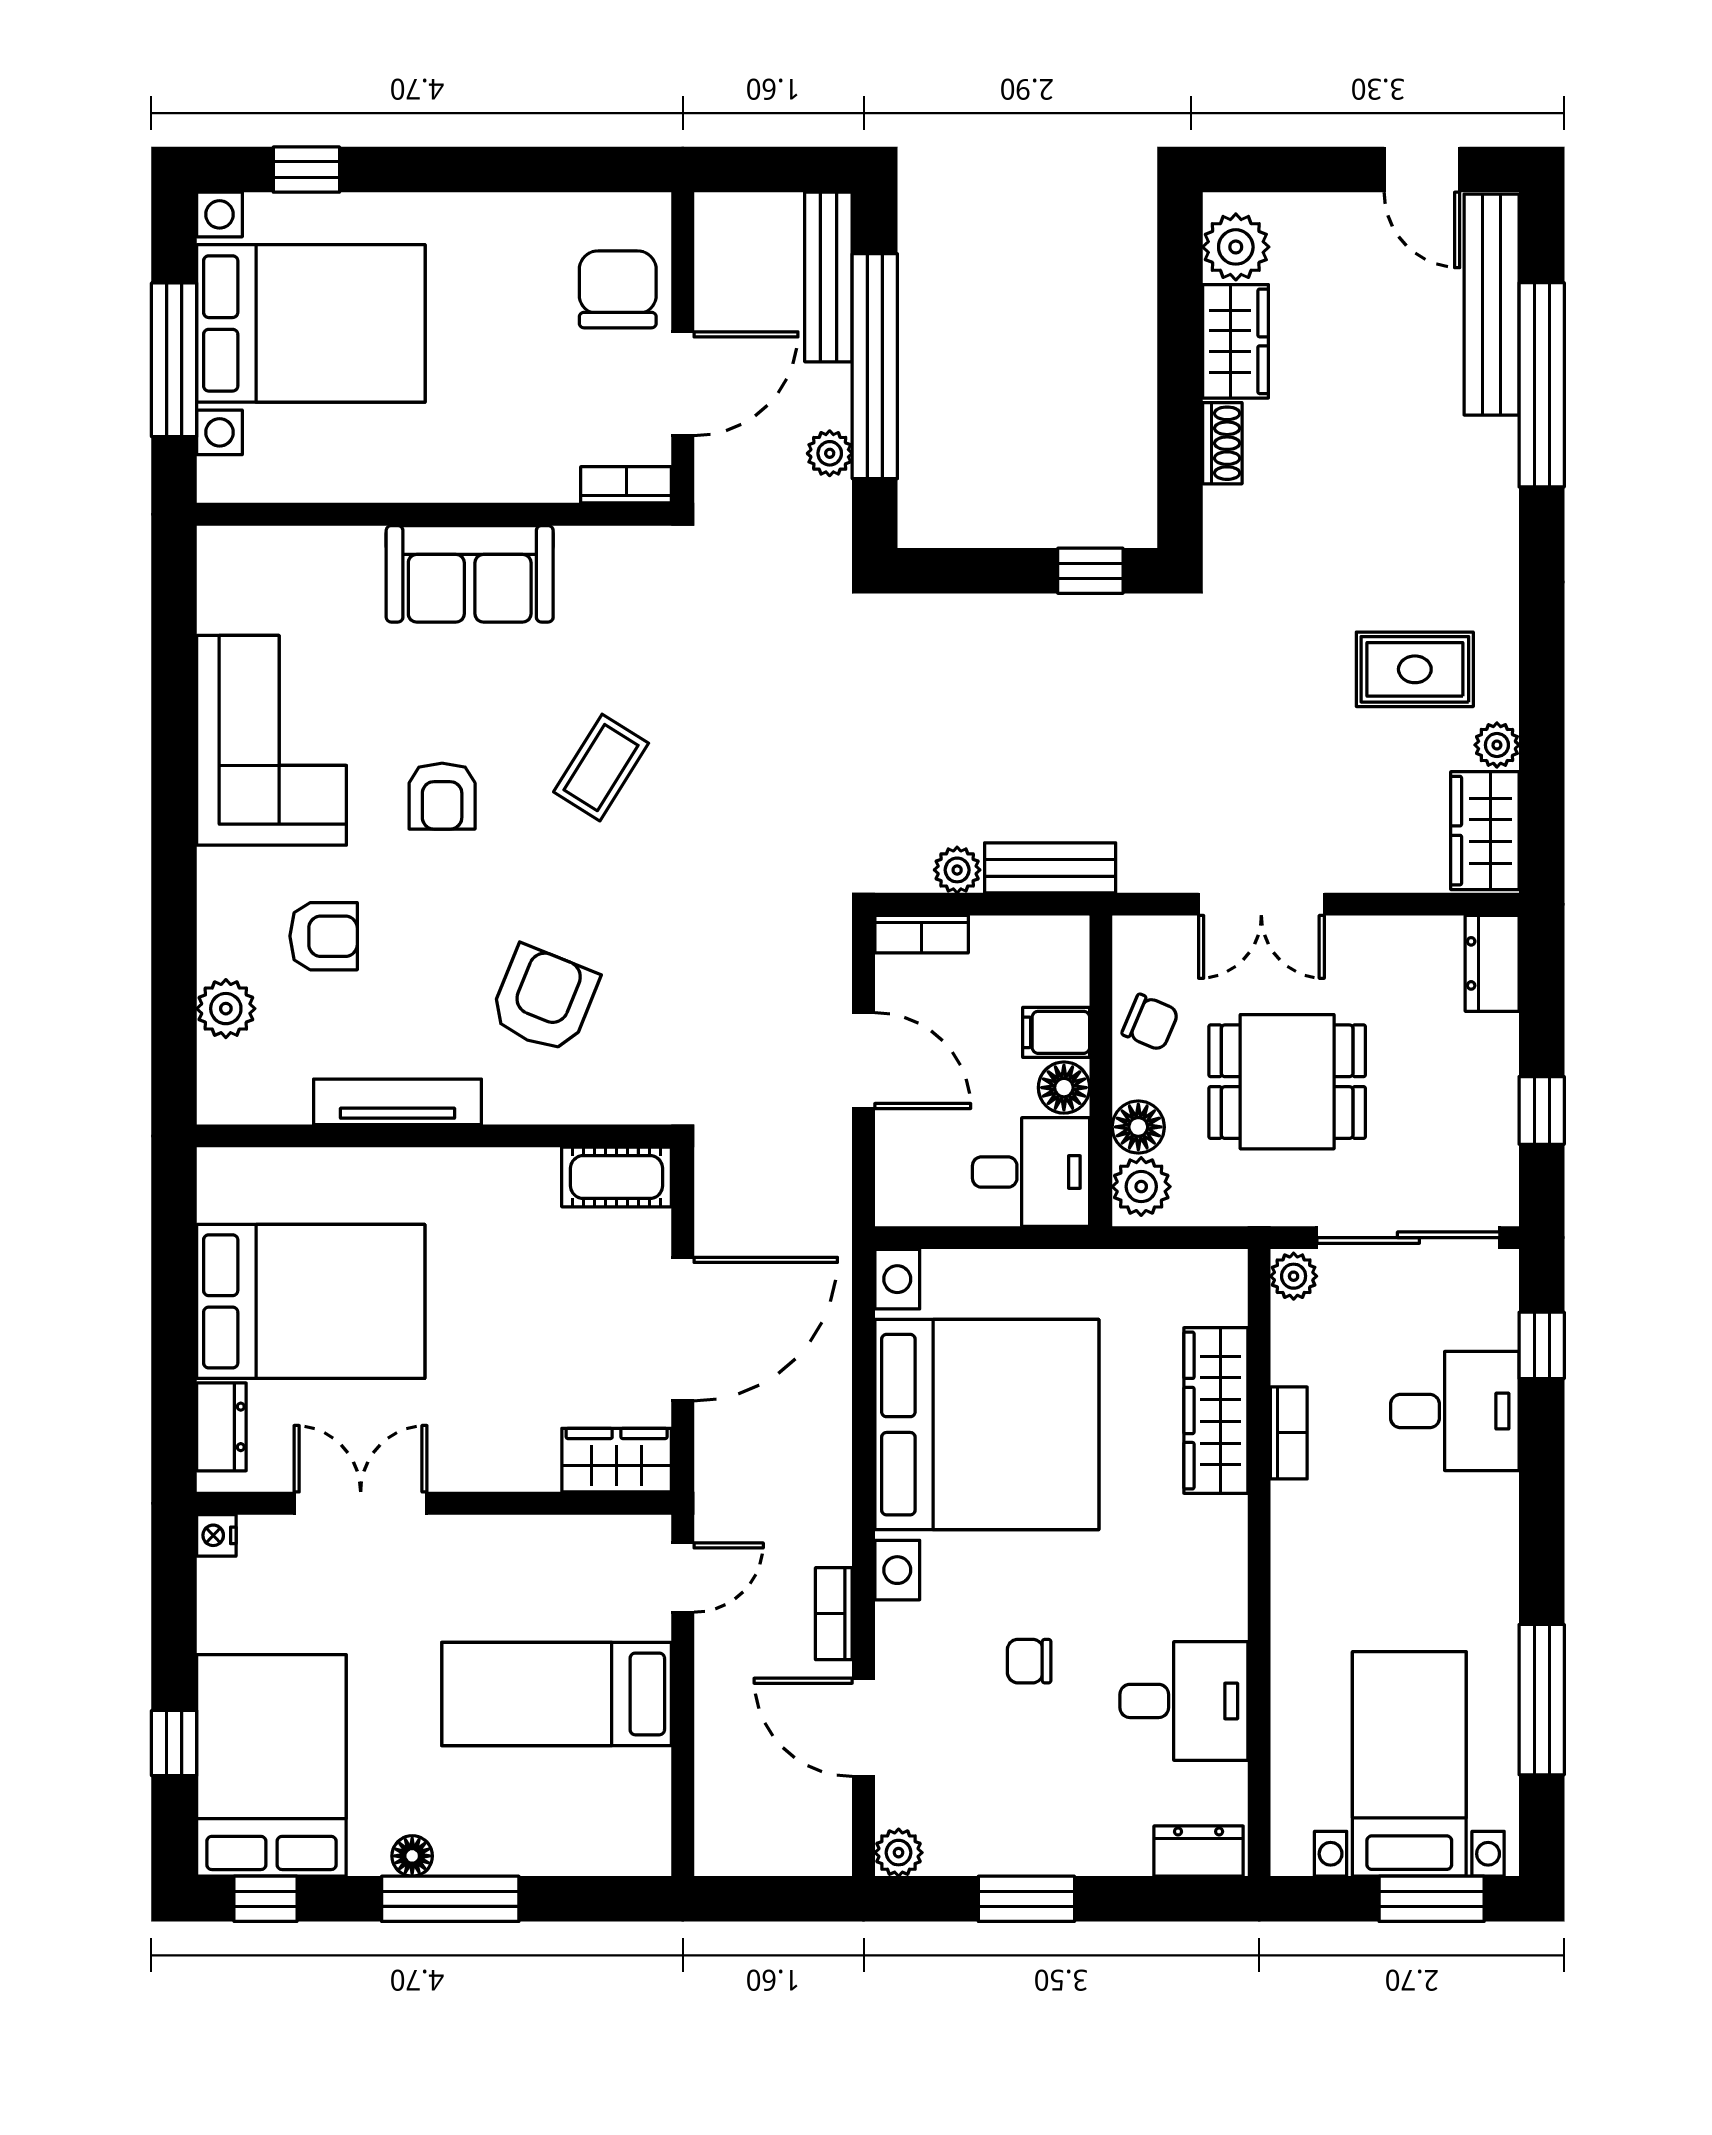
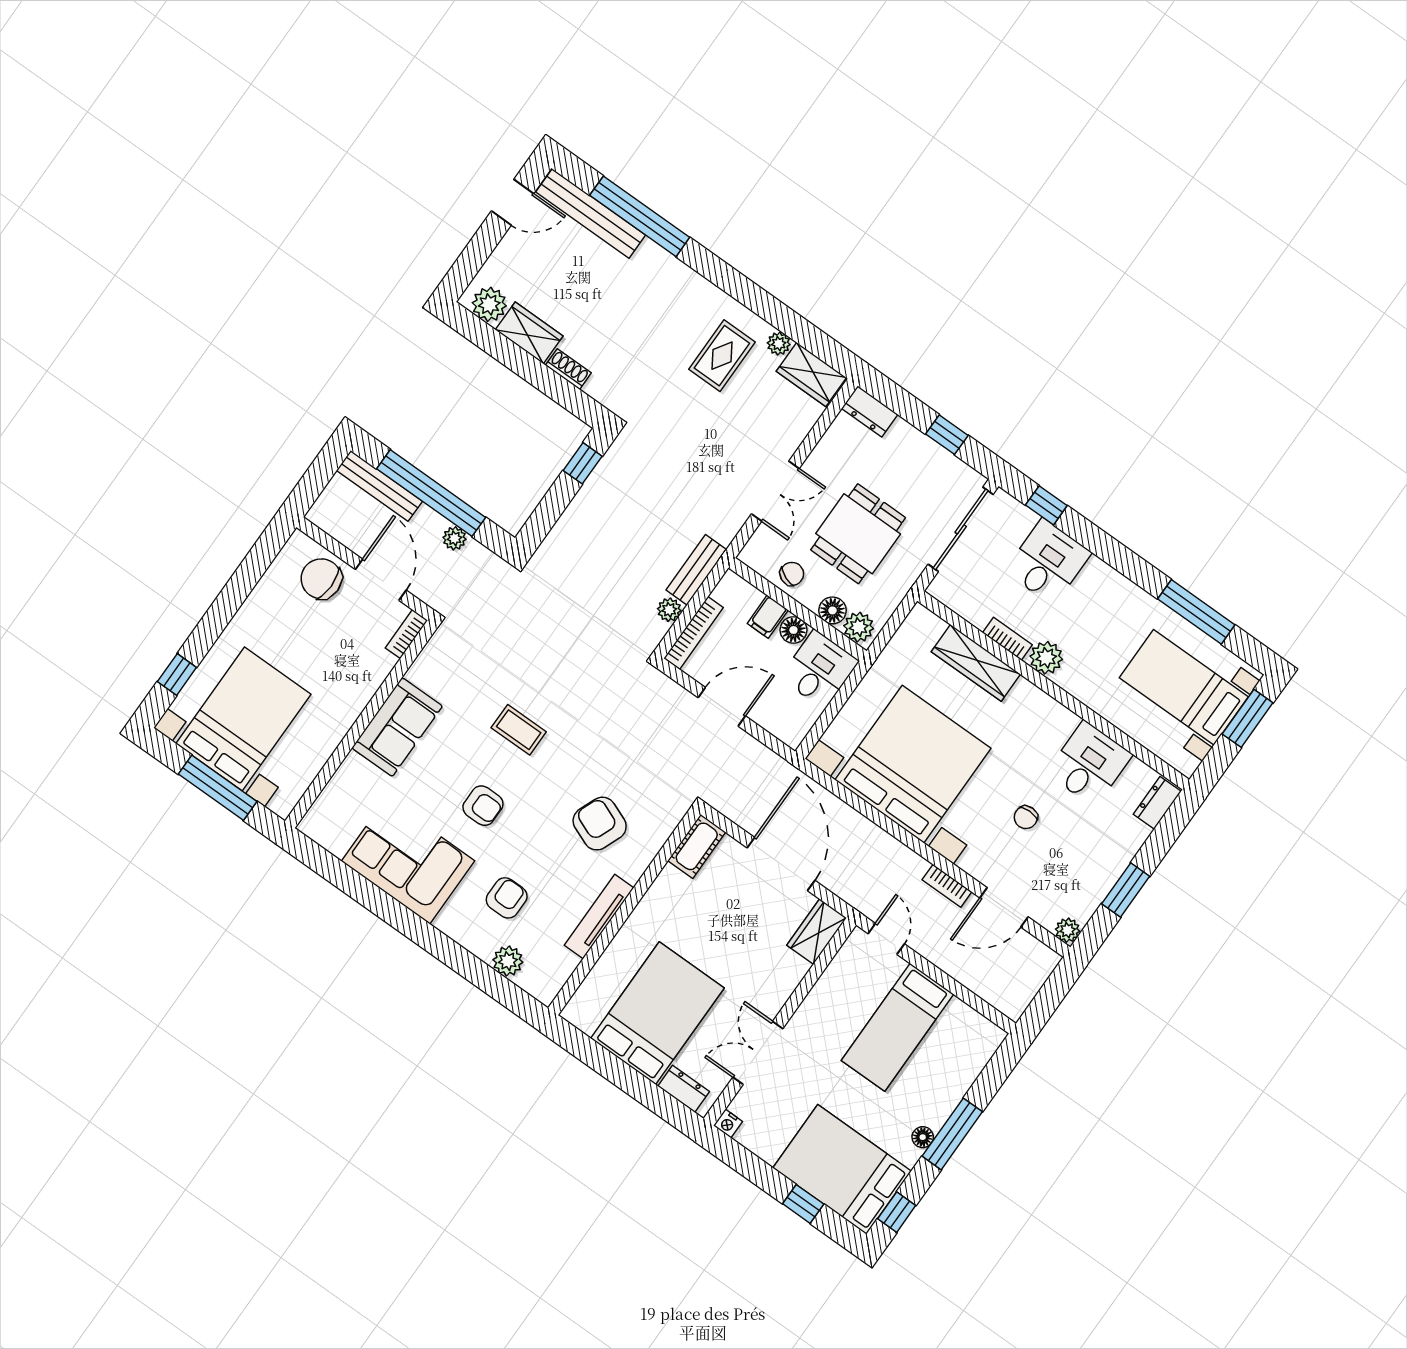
coffee table: (601, 768) -> (519, 730), turned -32
bookcase: (922, 934) -> (694, 633), width x1.56
plant: (1294, 1276) -> (1046, 658), moved, width x1.38, depth x1.38

